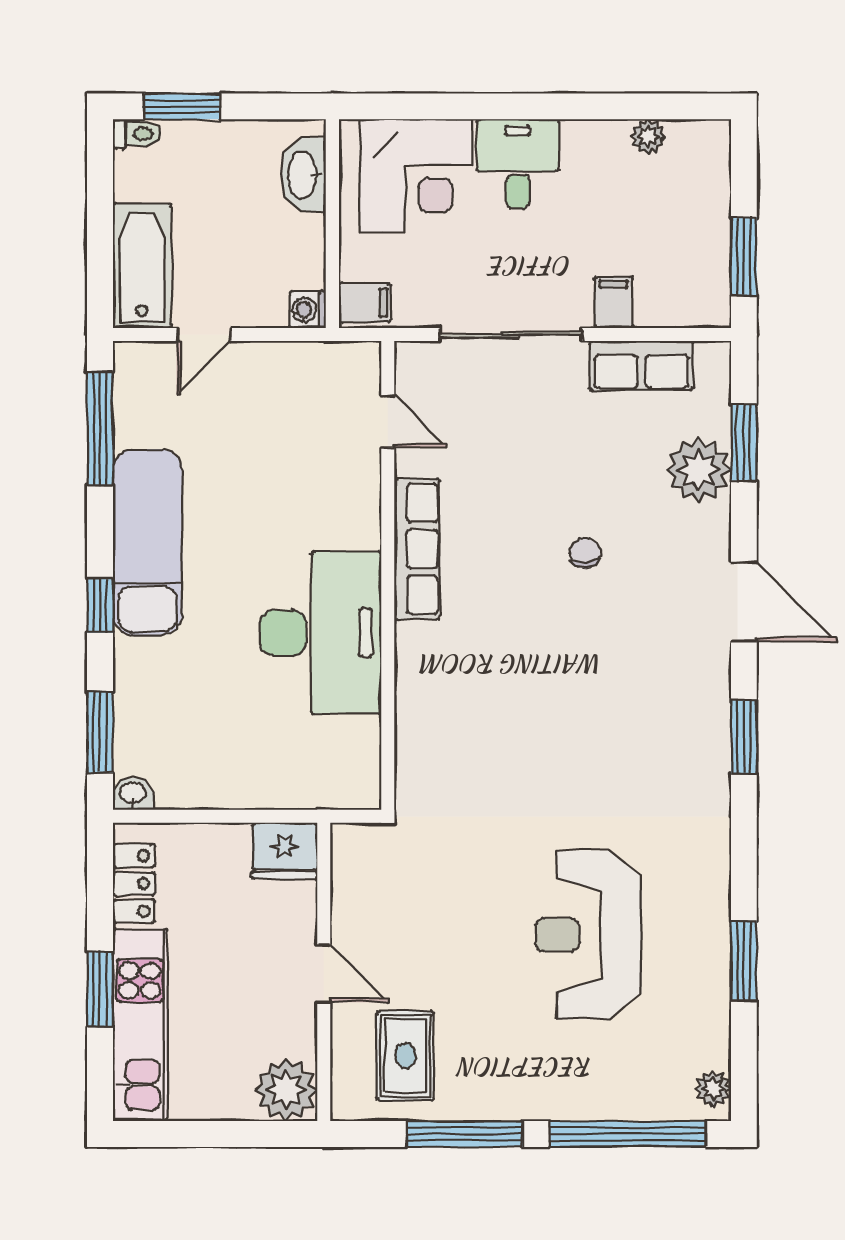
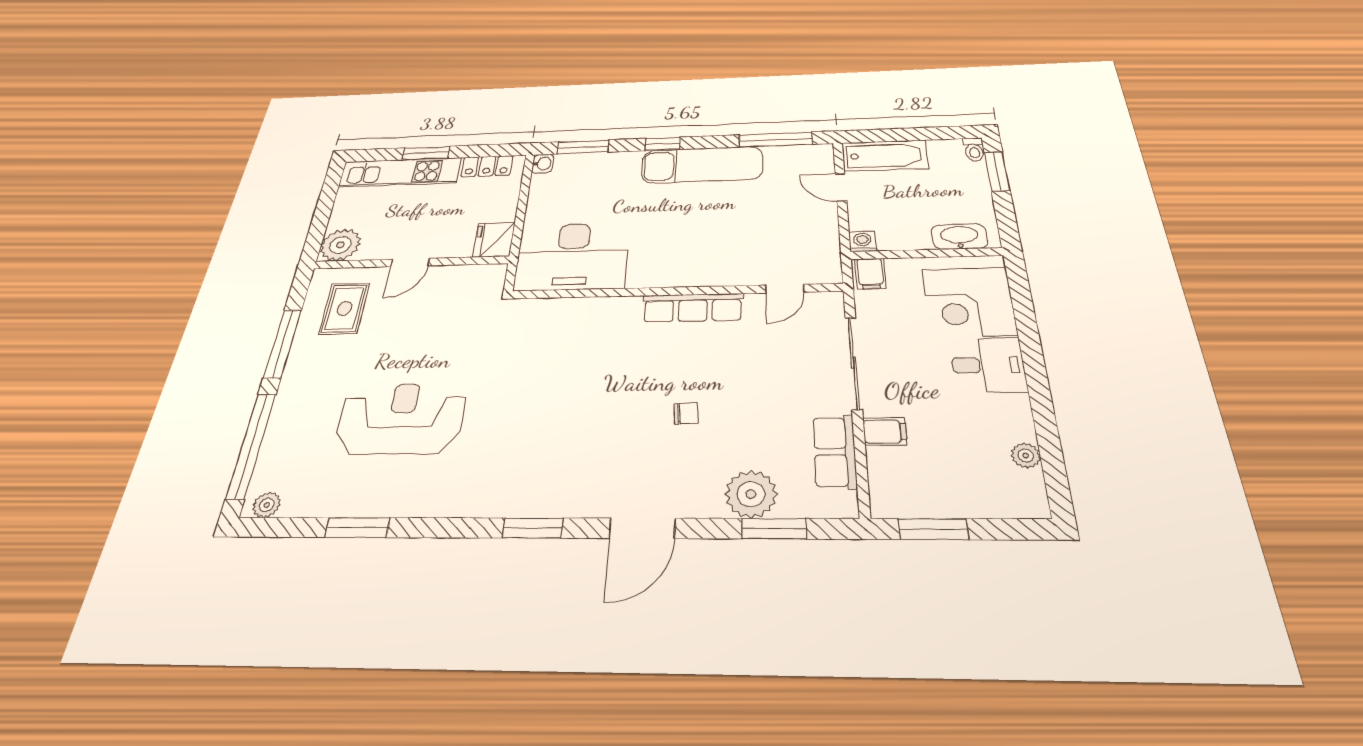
desk: (321, 633) -> (572, 256), moved
rug: (405, 1056) -> (344, 308), turned 90

